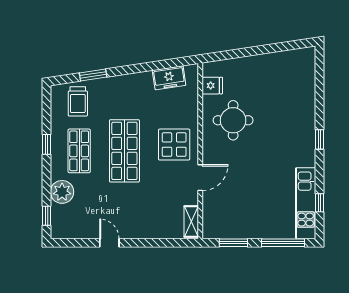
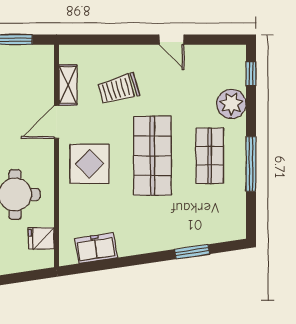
trolley: (78, 101) -> (118, 89), moved, turned -106
window: (47, 144) -> (251, 164), width x2.17
shelving: (191, 221) -> (68, 85), moved

